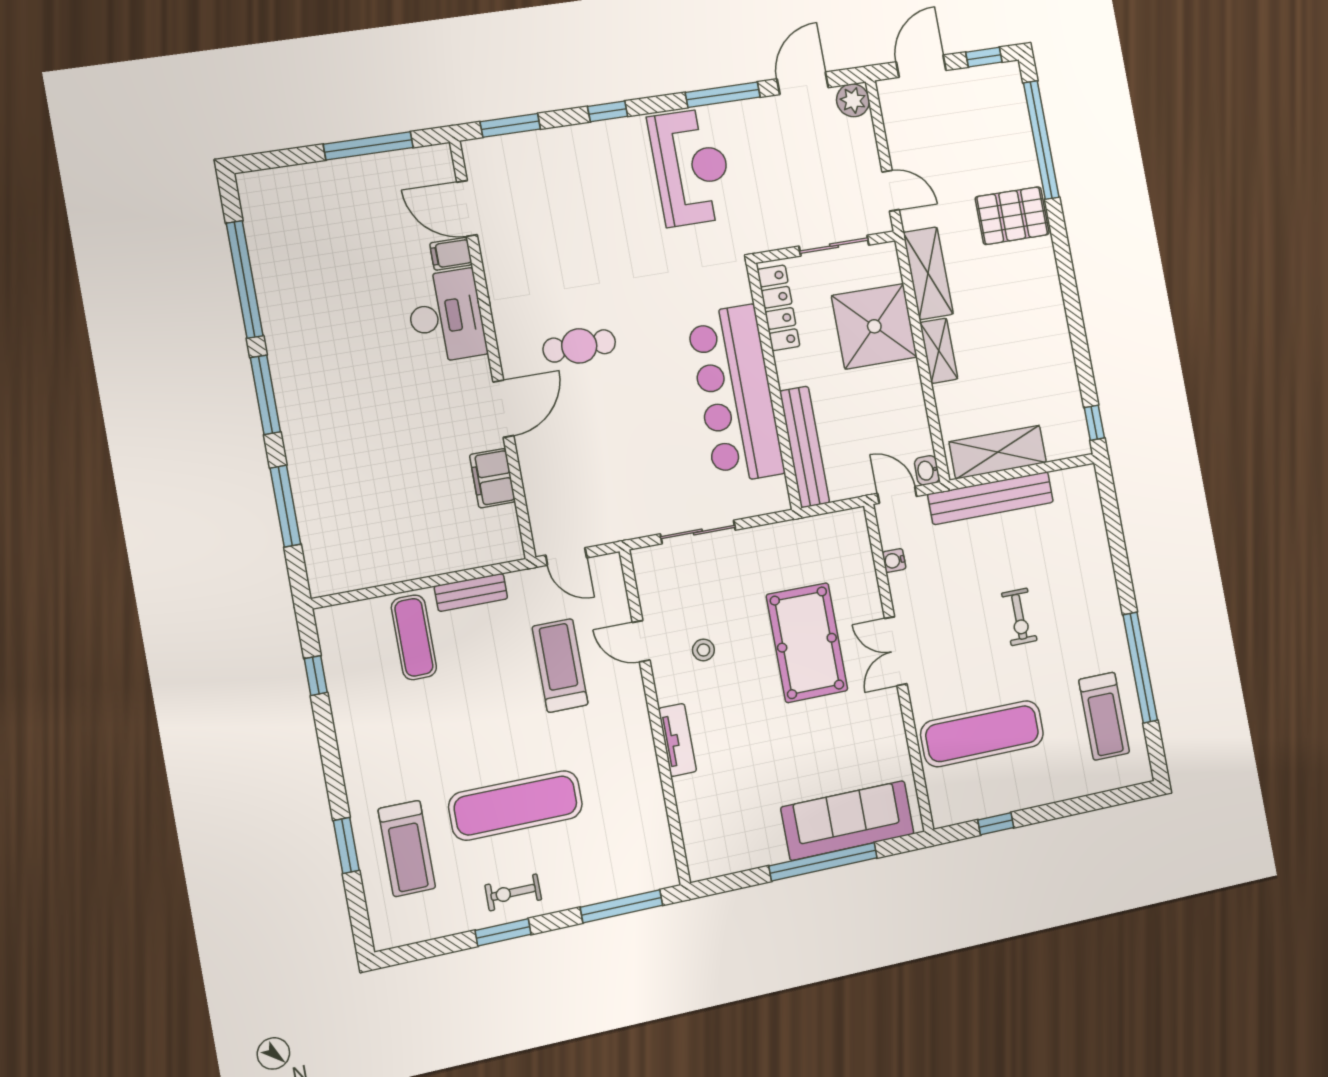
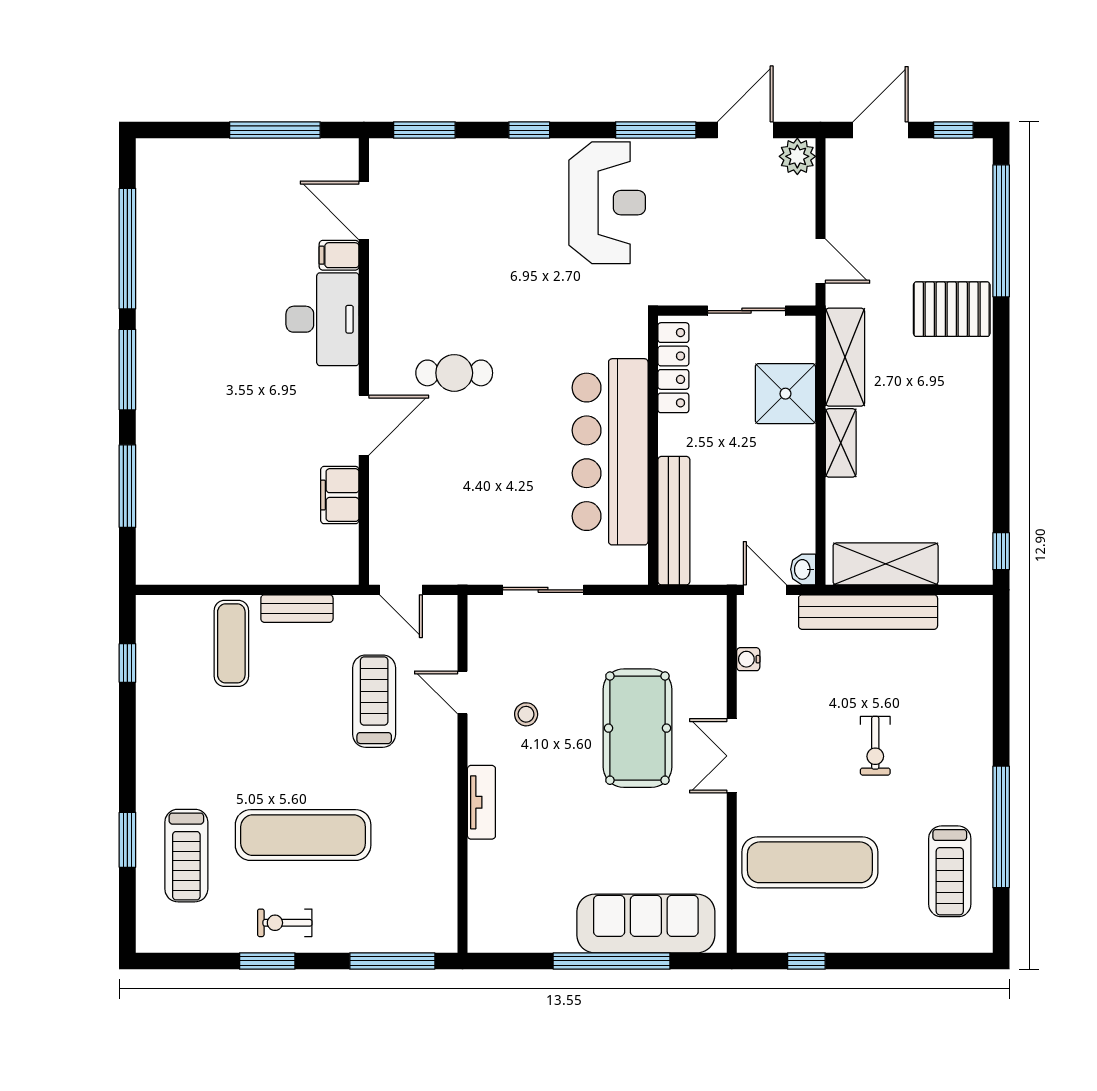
shower: (874, 326) -> (785, 394), width x0.73, depth x0.73

